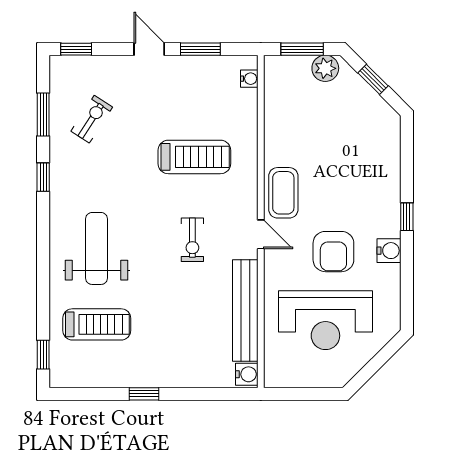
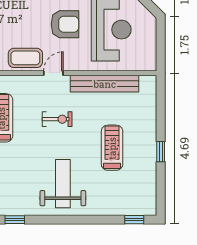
weight bench: (97, 248) -> (63, 184), turned 90
treadmill: (97, 324) -> (112, 148), moved
water cooler: (247, 374) -> (148, 83), removed

